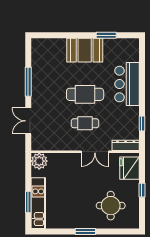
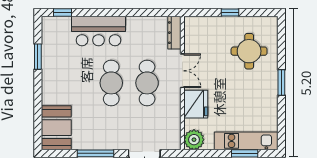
booth: (85, 50) -> (56, 128), moved
cafe table: (85, 123) -> (147, 83), width x1.37, depth x1.35
window: (142, 123) -> (62, 12), moved
fridge: (129, 168) -> (196, 104), moved, turned -90

